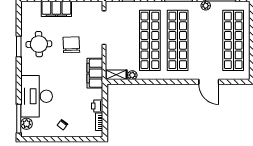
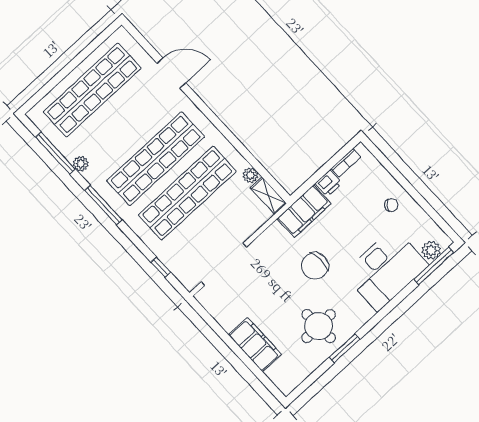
chair: (71, 45) -> (315, 266), moved
filing cabinet: (95, 73) -> (304, 211), moved
door: (209, 82) -> (171, 73), hinge flipped

